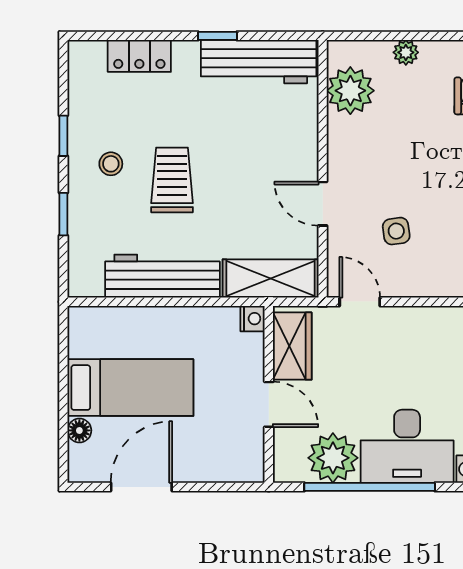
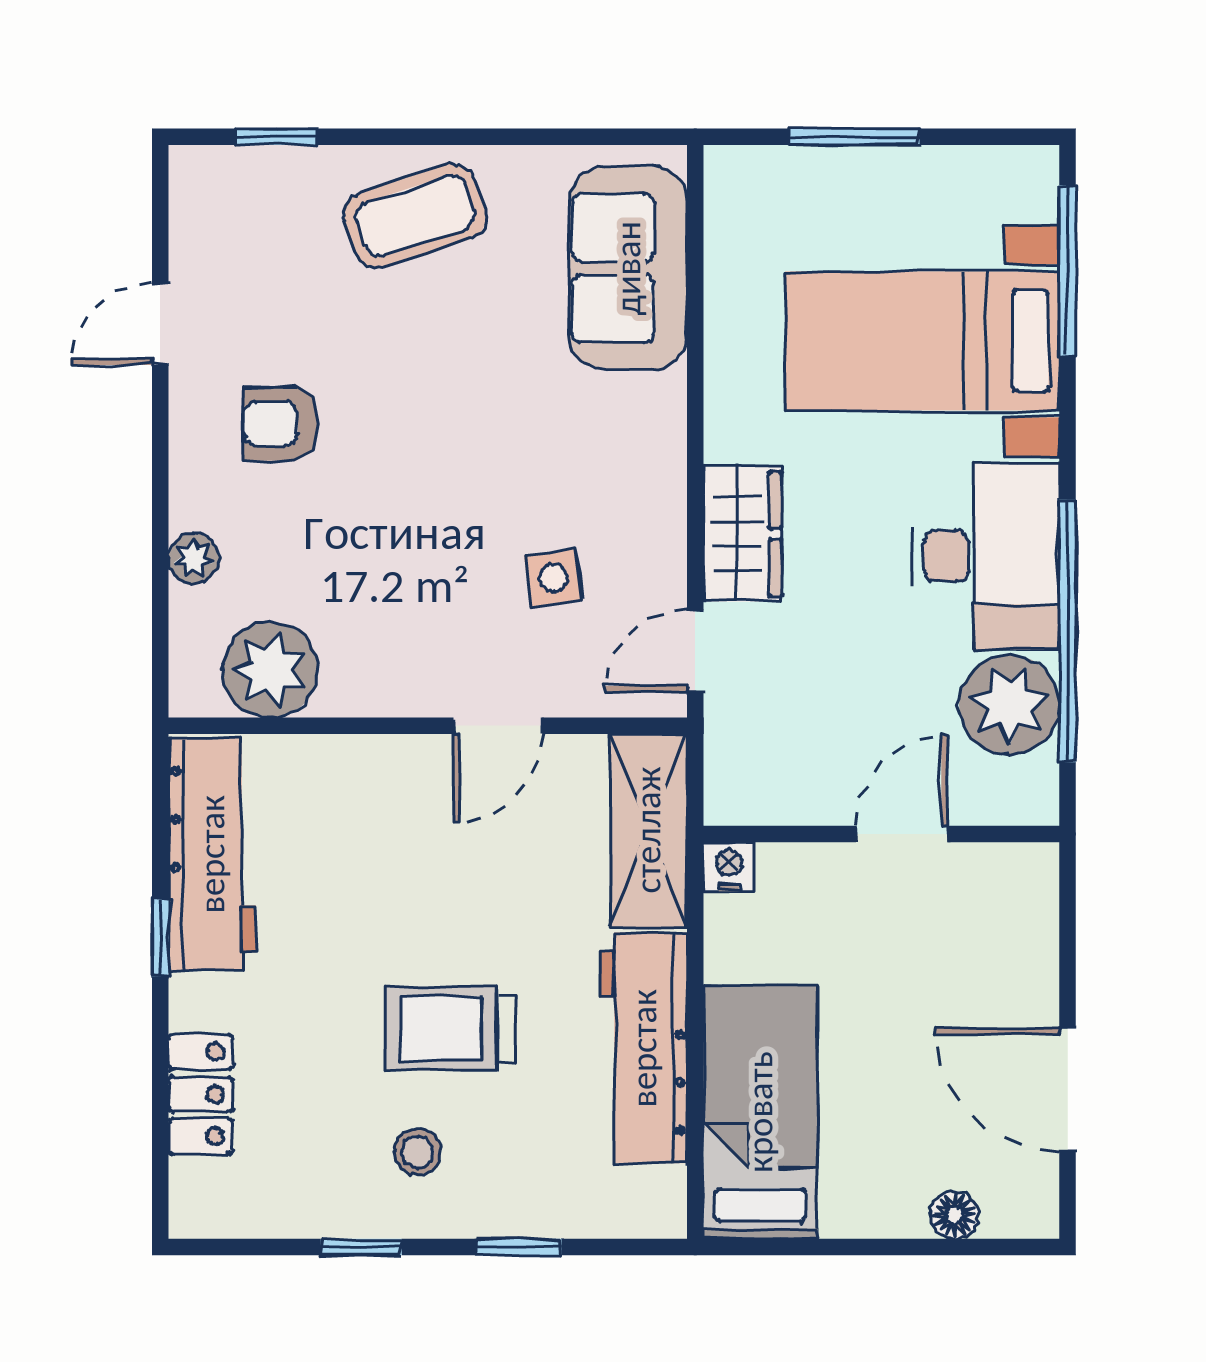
wardrobe: (292, 346) -> (743, 534), moved, turned 90
bed: (130, 388) -> (760, 1112), moved

